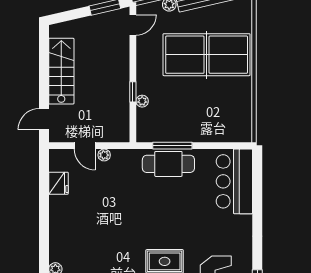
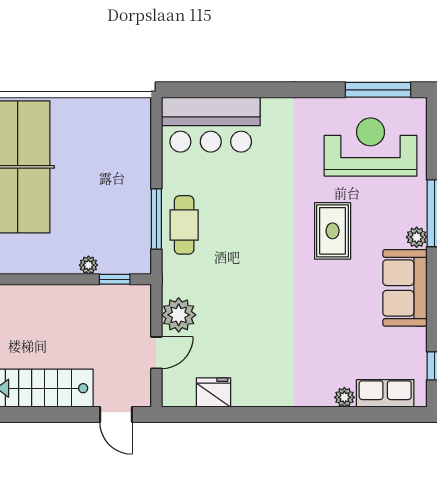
window: (133, 92) -> (115, 279), moved
plant: (104, 155) -> (179, 315), width x1.88, depth x1.88
cafe table: (168, 164) -> (184, 225), width x0.73, depth x0.74

